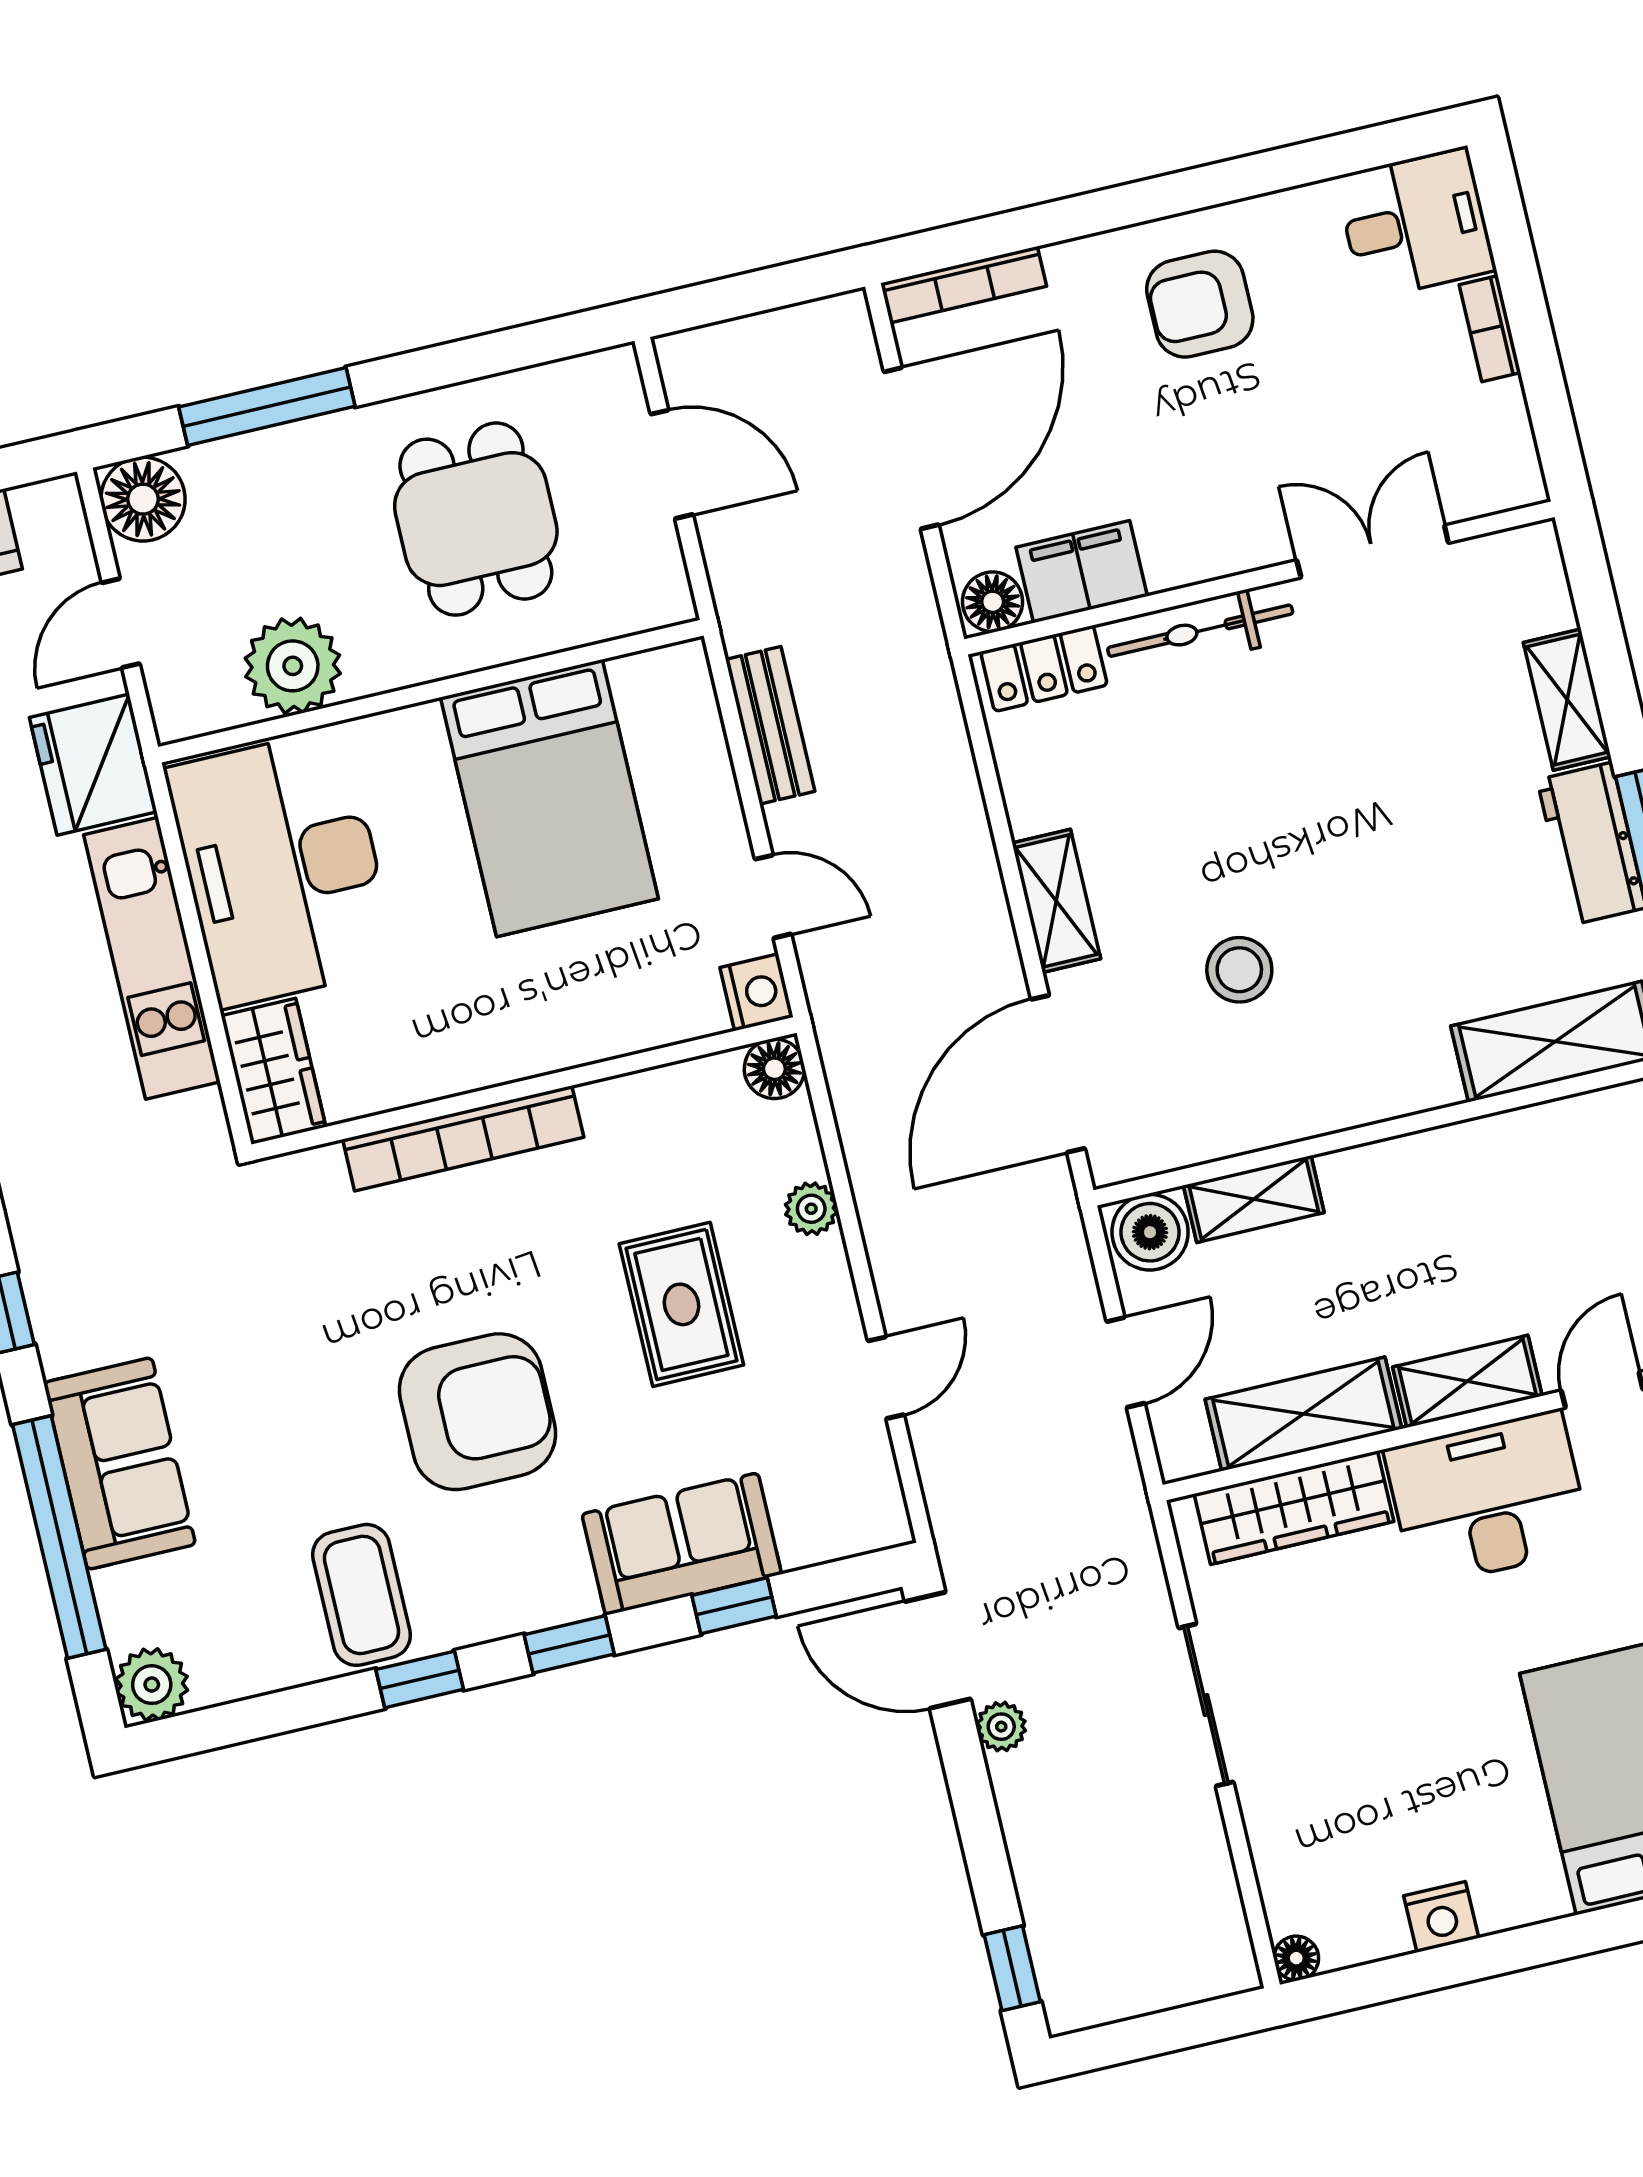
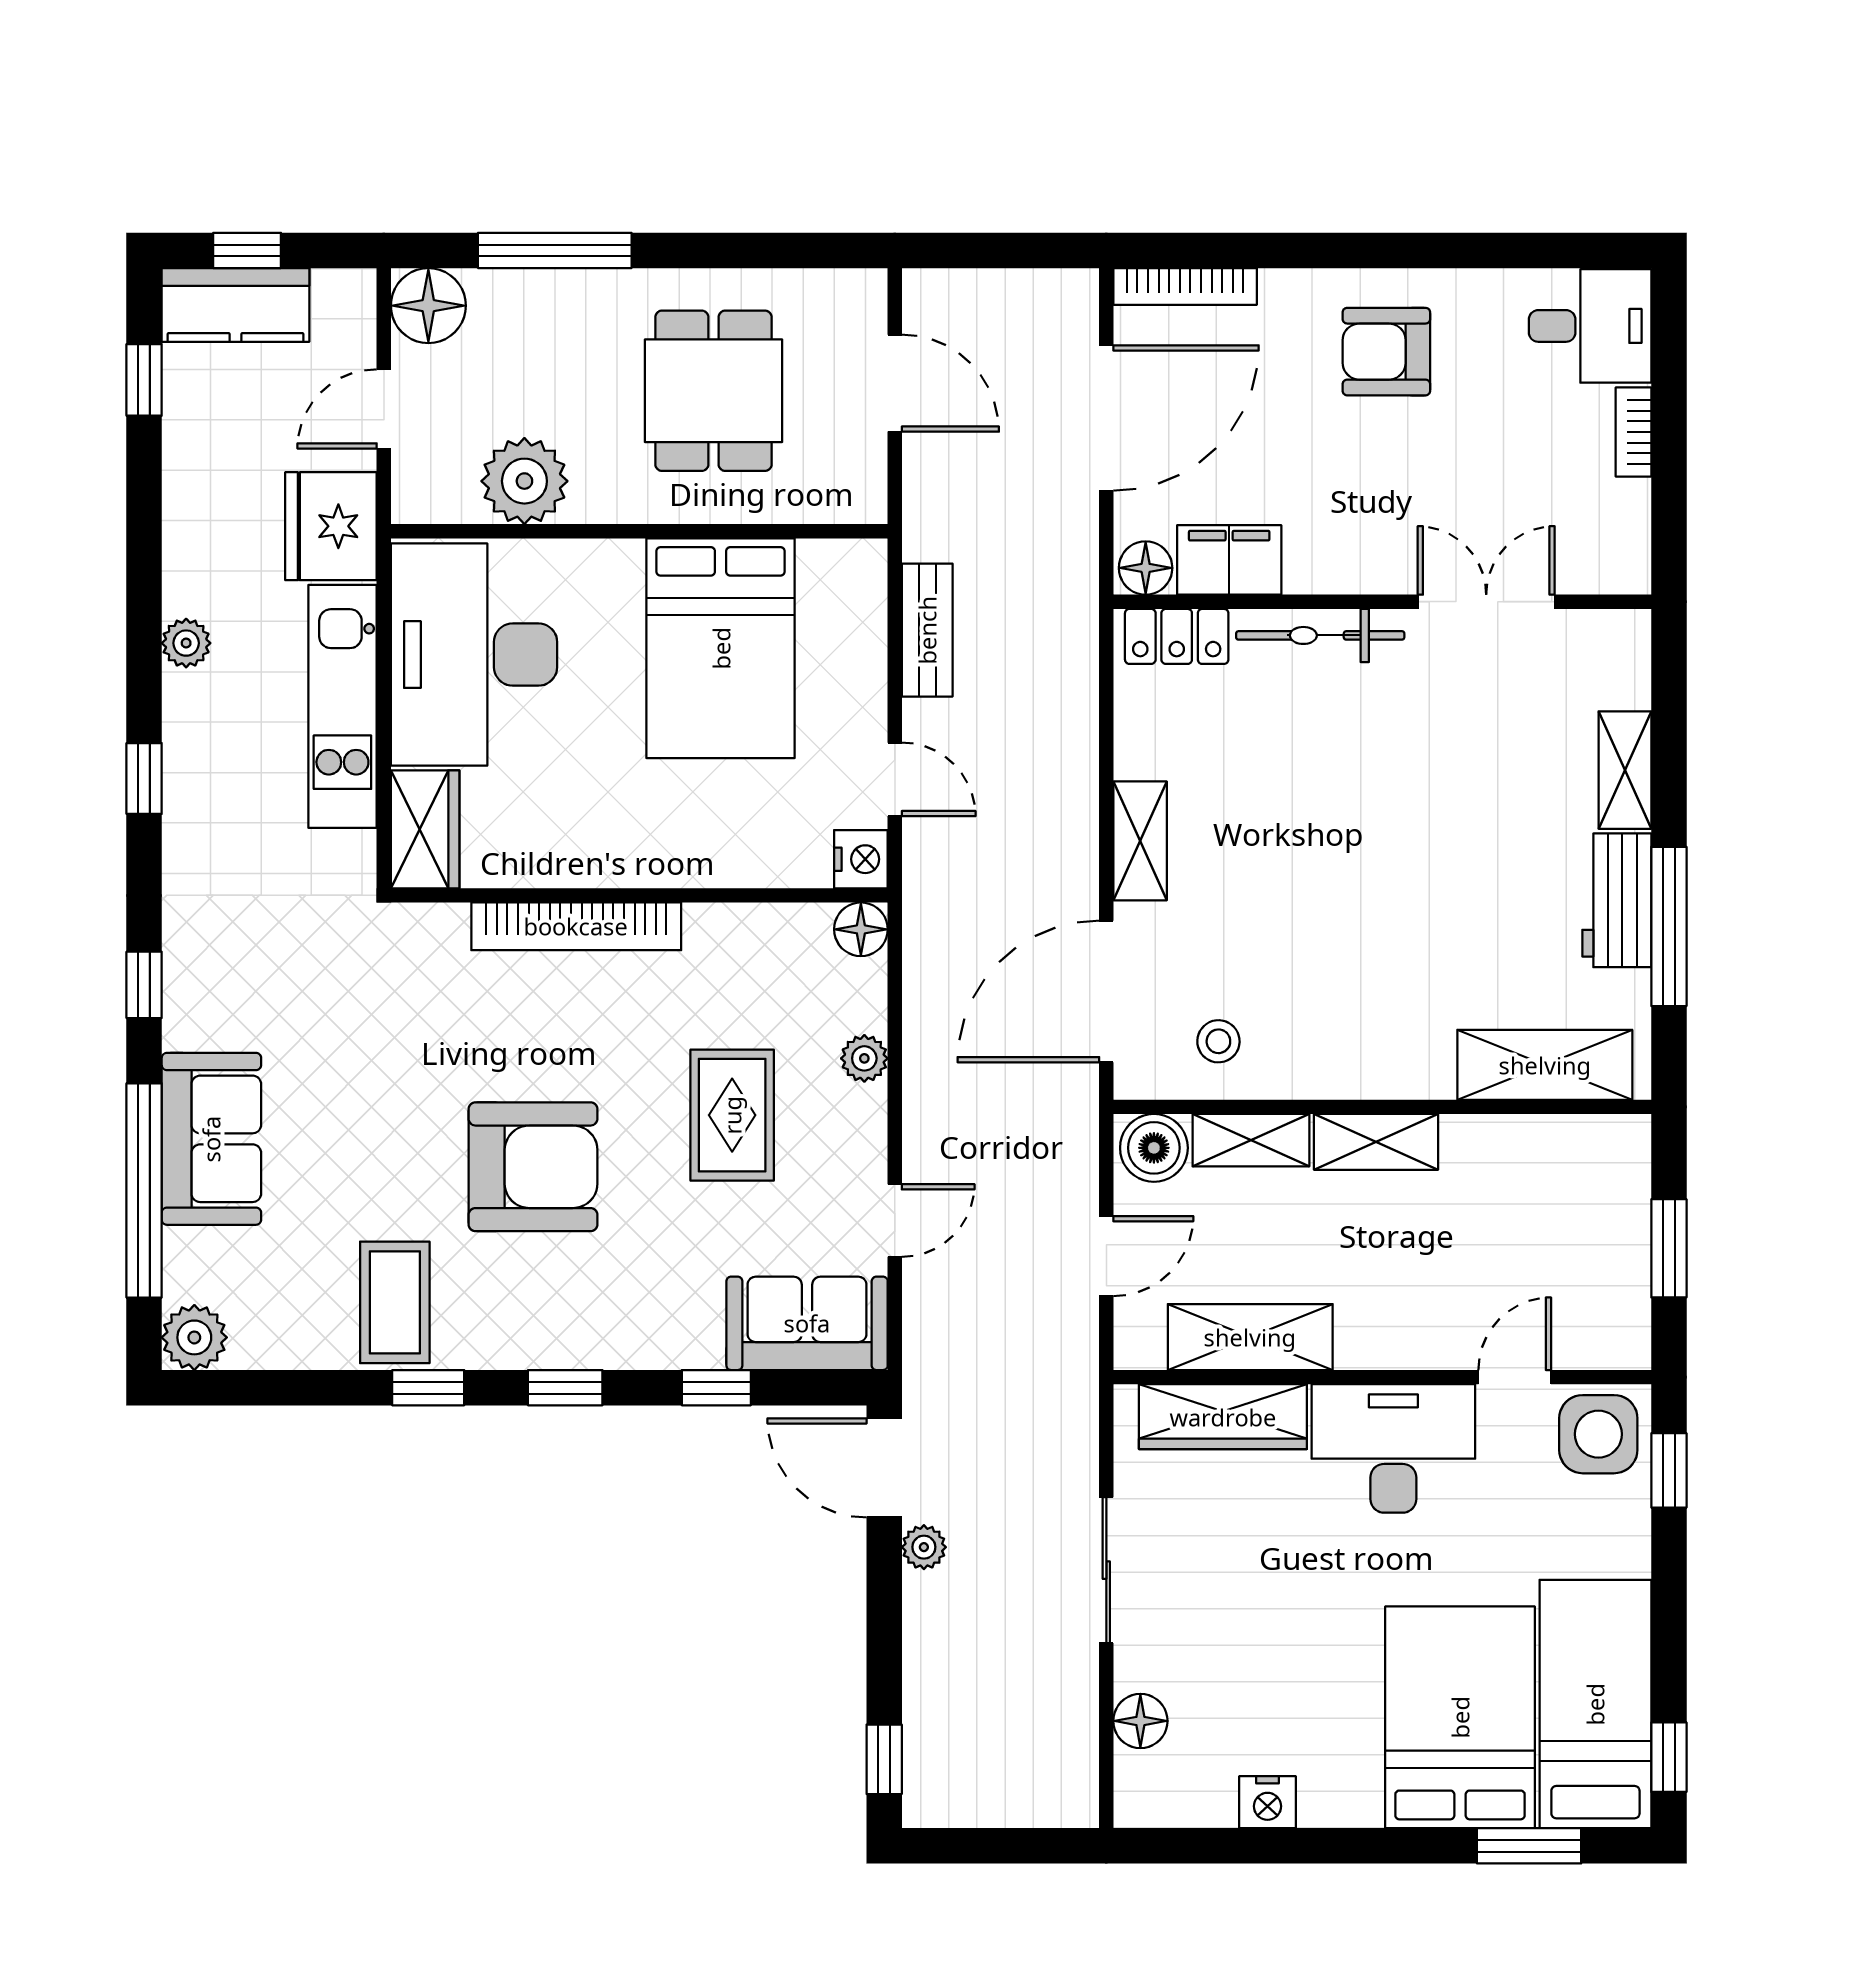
stool: (1239, 970) -> (1218, 1041), moved, width x0.73, depth x0.73
shelving: (1467, 1381) -> (1376, 1142), moved
sofa: (682, 1544) -> (807, 1323), moved
floor lamp: (1296, 1958) -> (1140, 1721), moved, width x1.37, depth x1.37

